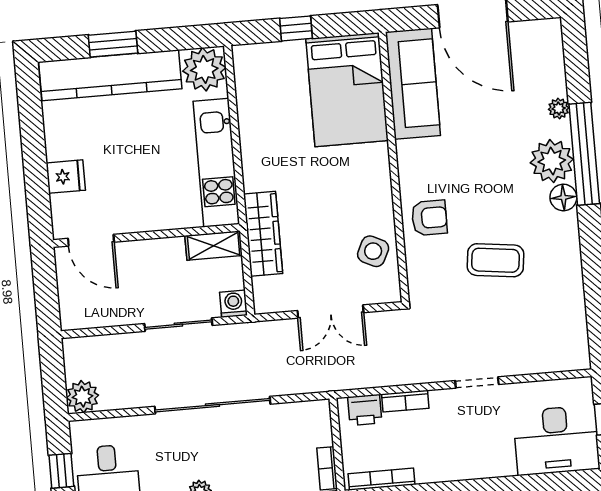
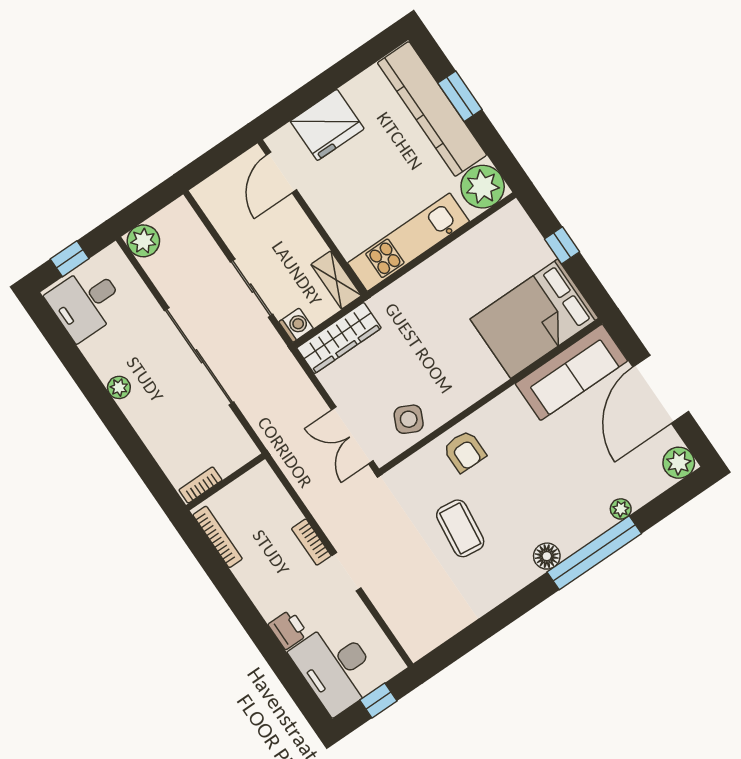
plant: (552, 161) -> (679, 463), moved, width x0.73, depth x0.73
fridge: (66, 177) -> (327, 125), width x1.88, depth x1.34
wardrobe: (263, 234) -> (339, 338), moved
double door: (331, 312) -> (352, 435), moved
bookcase: (405, 401) -> (311, 542), moved
printer: (365, 410) -> (288, 629), moved, turned 180

